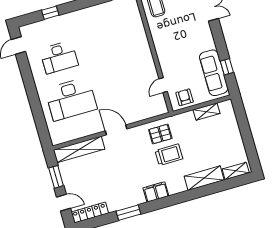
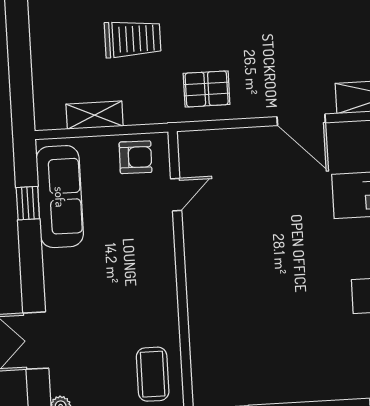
armchair: (185, 97) -> (136, 157), turned -89
trolley: (169, 155) -> (133, 39), moved, turned 180

